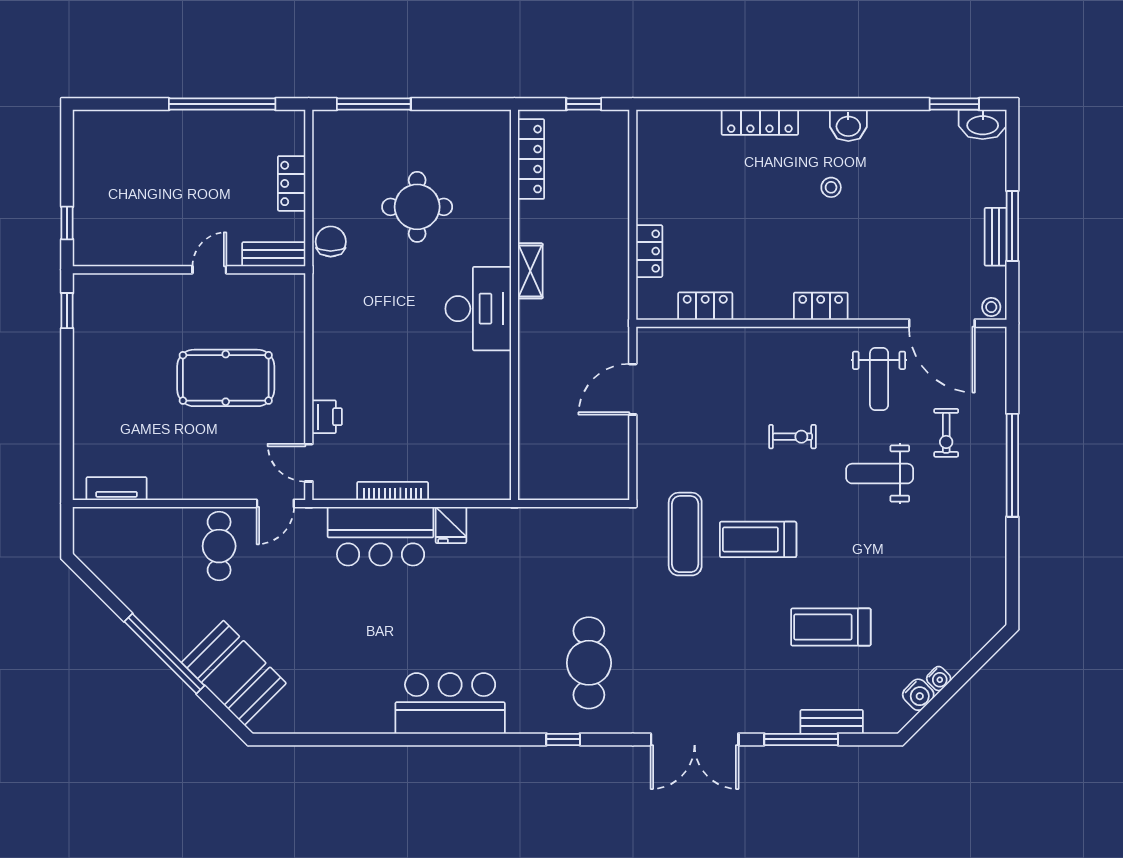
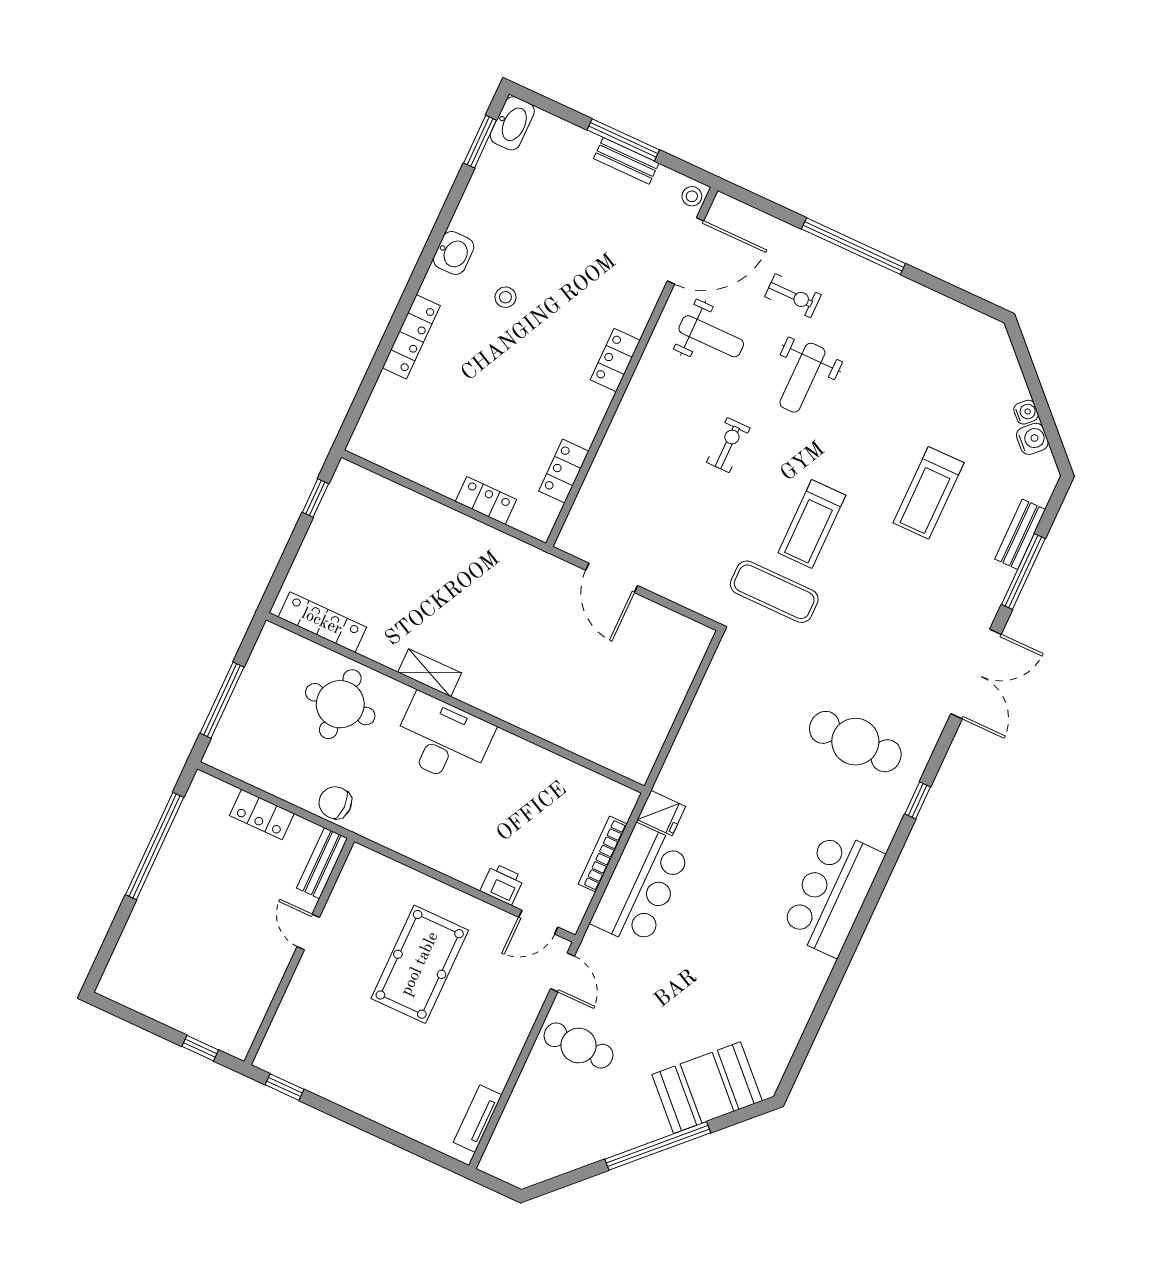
locker: (531, 159) -> (322, 622), moved
shelving: (530, 271) -> (430, 673), moved
wall: (514, 305) -> (455, 703), moved
desk: (478, 309) -> (443, 739), moved

